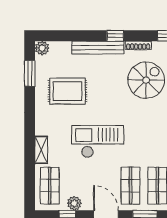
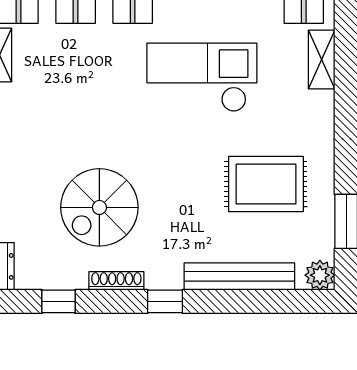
bench: (98, 47) -> (239, 277), moved
checkout: (98, 142) -> (202, 77), turned 180

